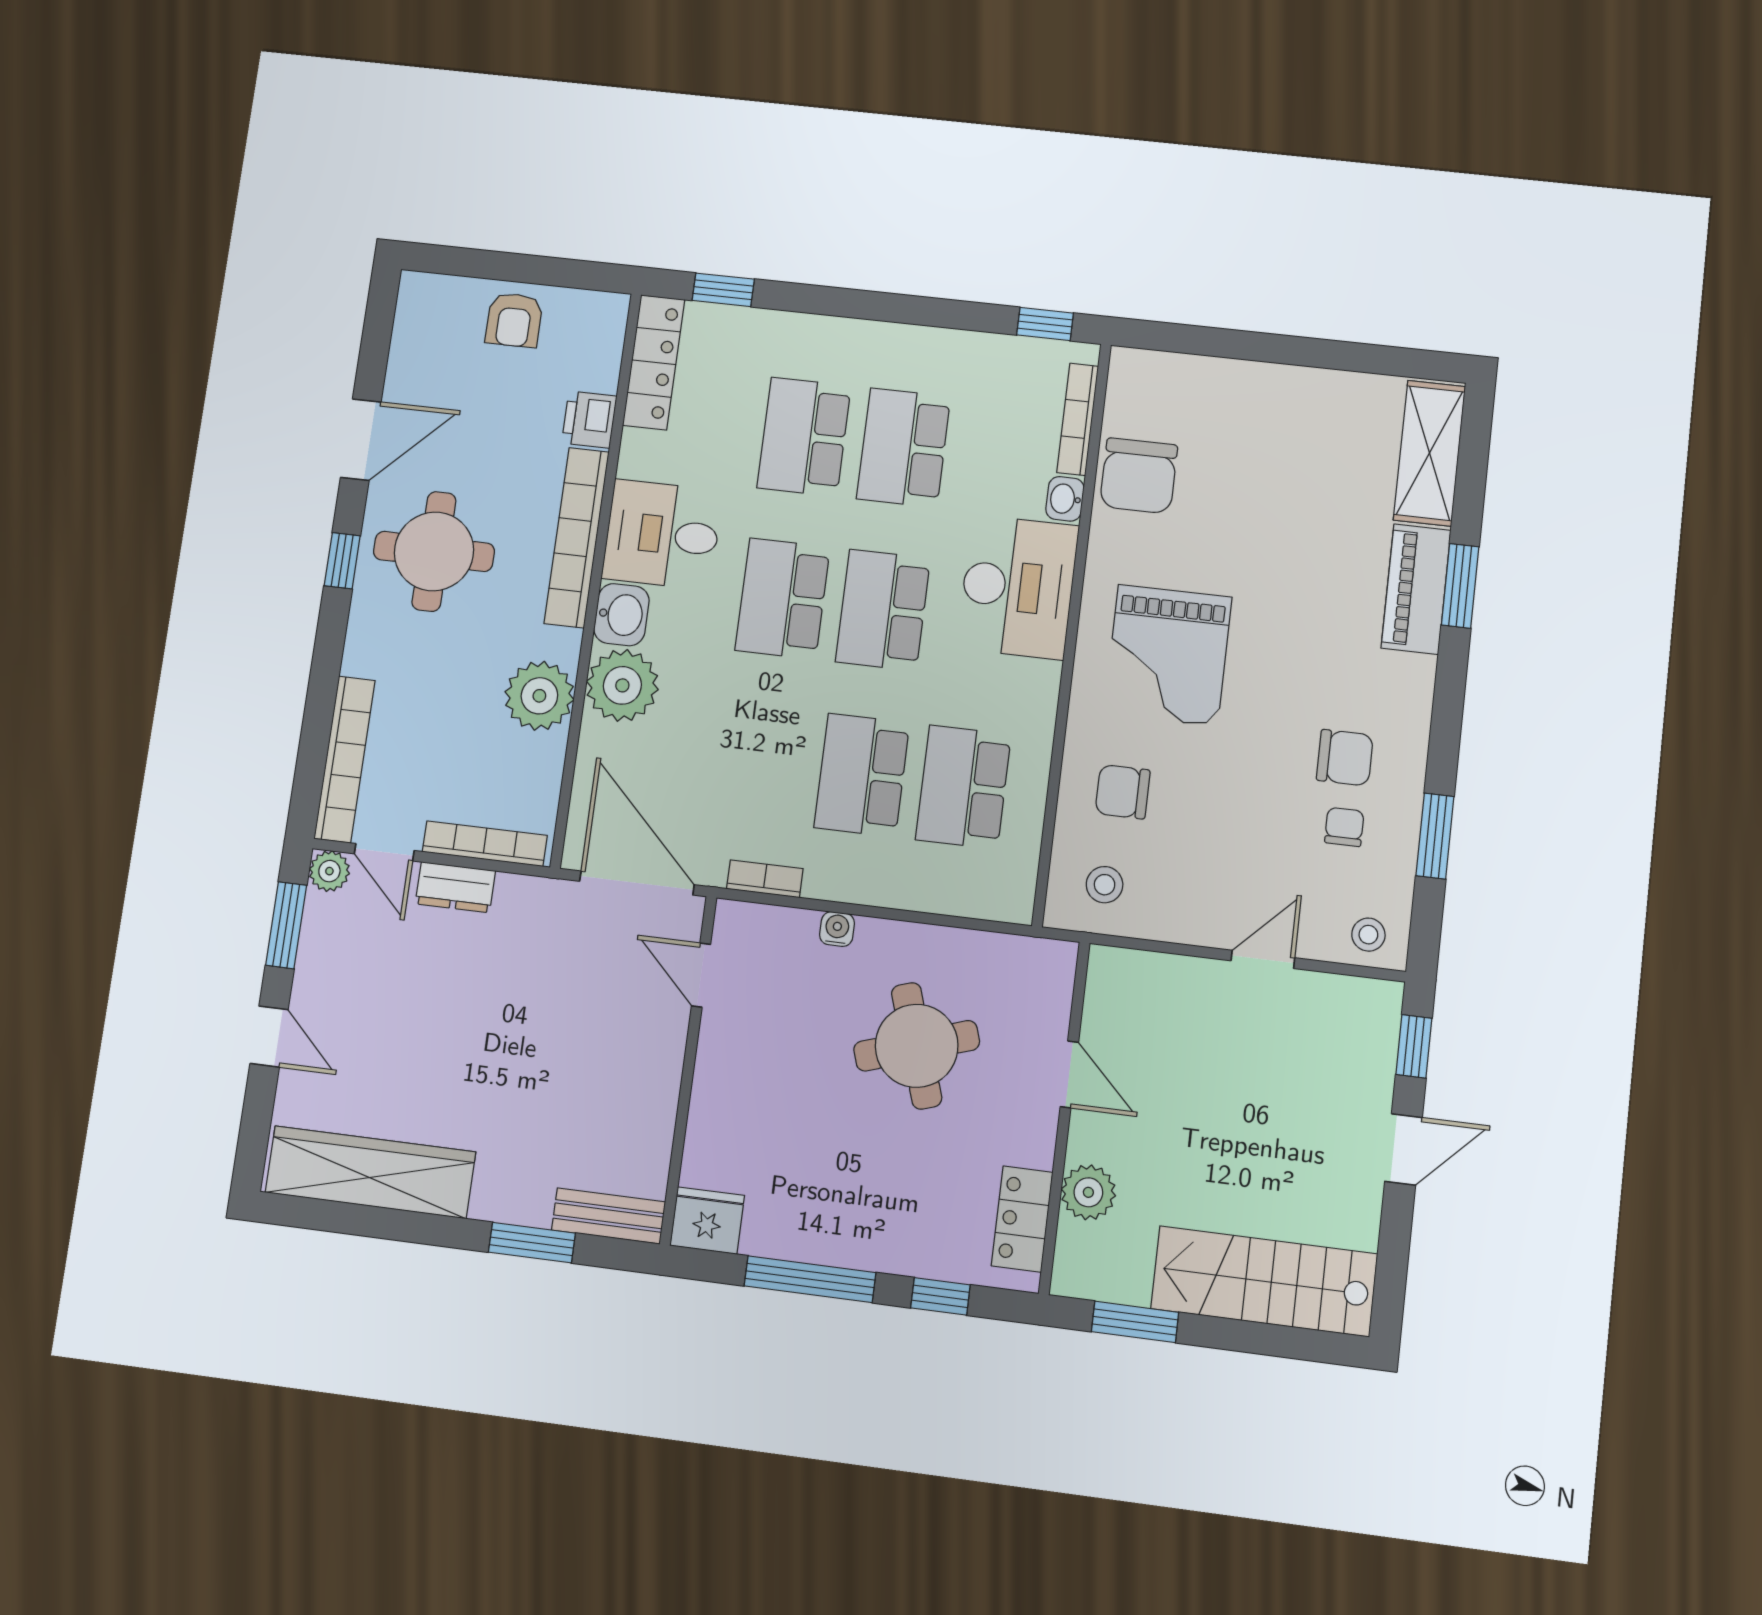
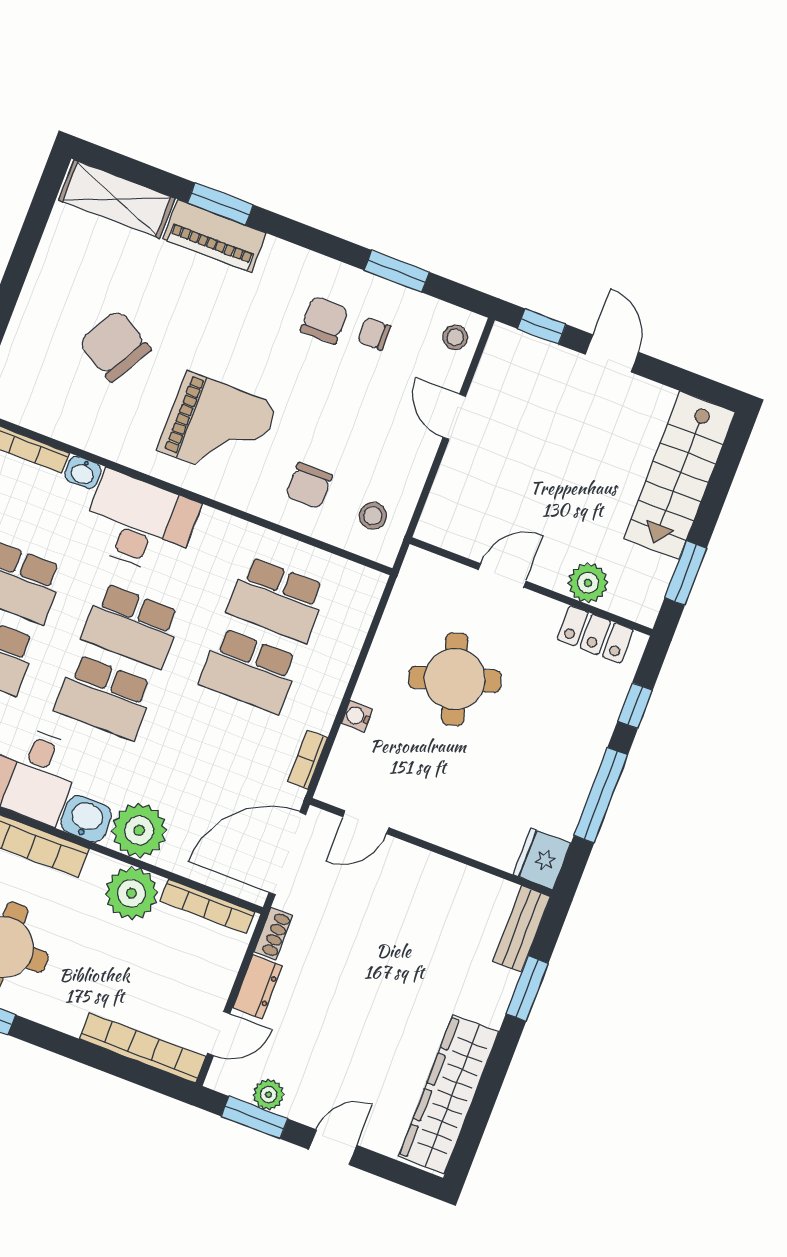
chair: (1139, 476) -> (115, 346), moved, turned -150
bookcase: (485, 844) -> (207, 906), moved, turned -90
plant: (329, 871) -> (269, 1095), moved
shoe rack: (529, 890) -> (273, 934), added

